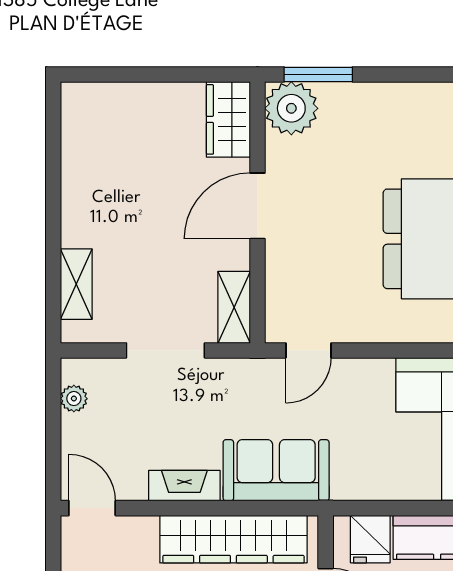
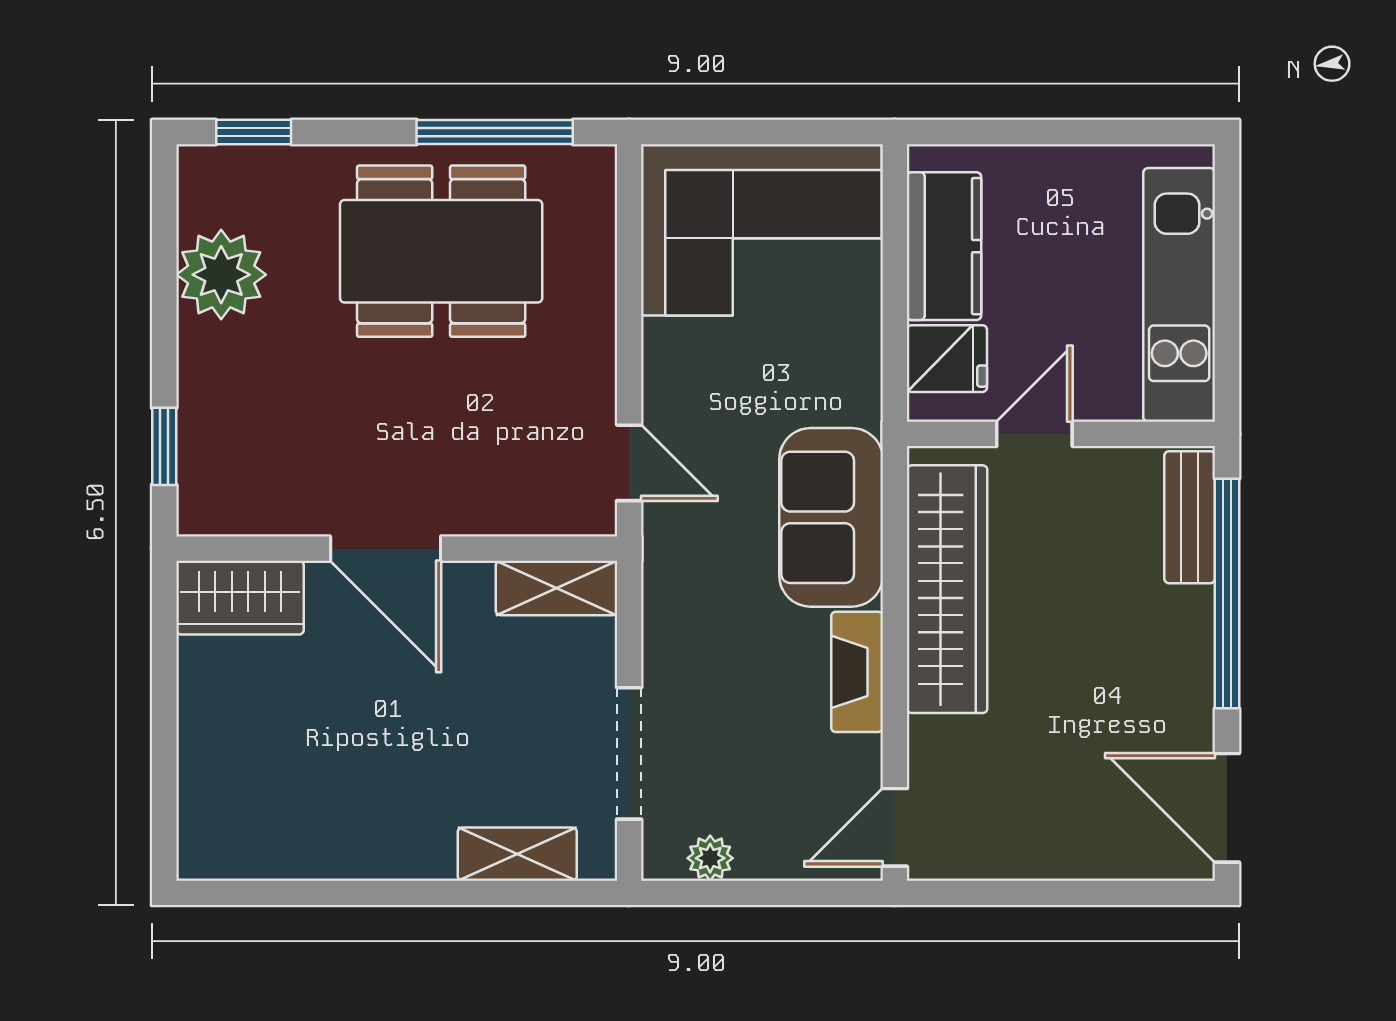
window: (318, 74) -> (164, 446), width x0.67
plant: (291, 108) -> (221, 275), moved
doorway: (165, 350) -> (629, 753), moved

